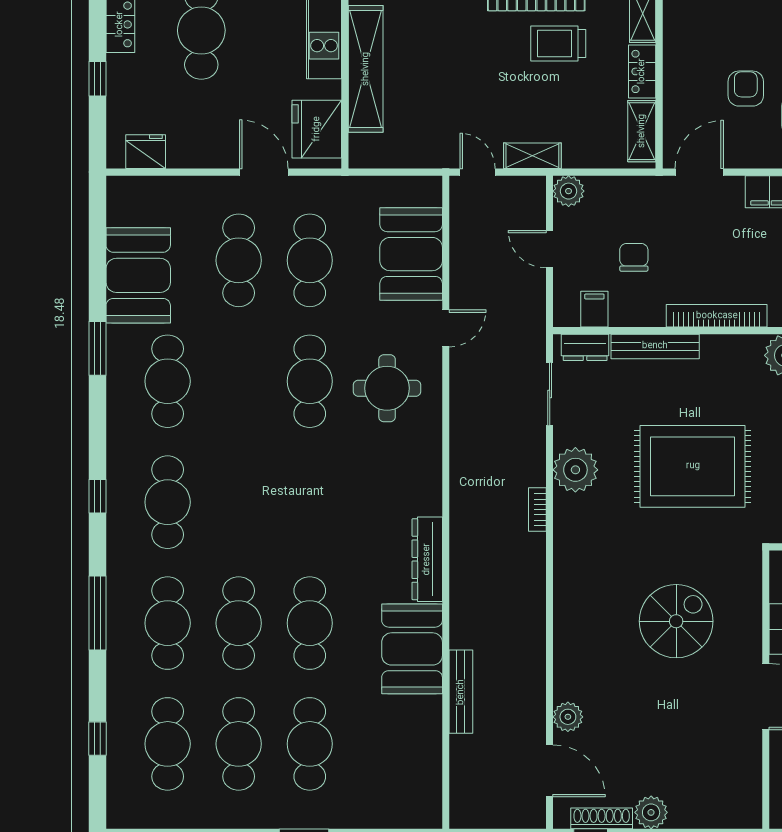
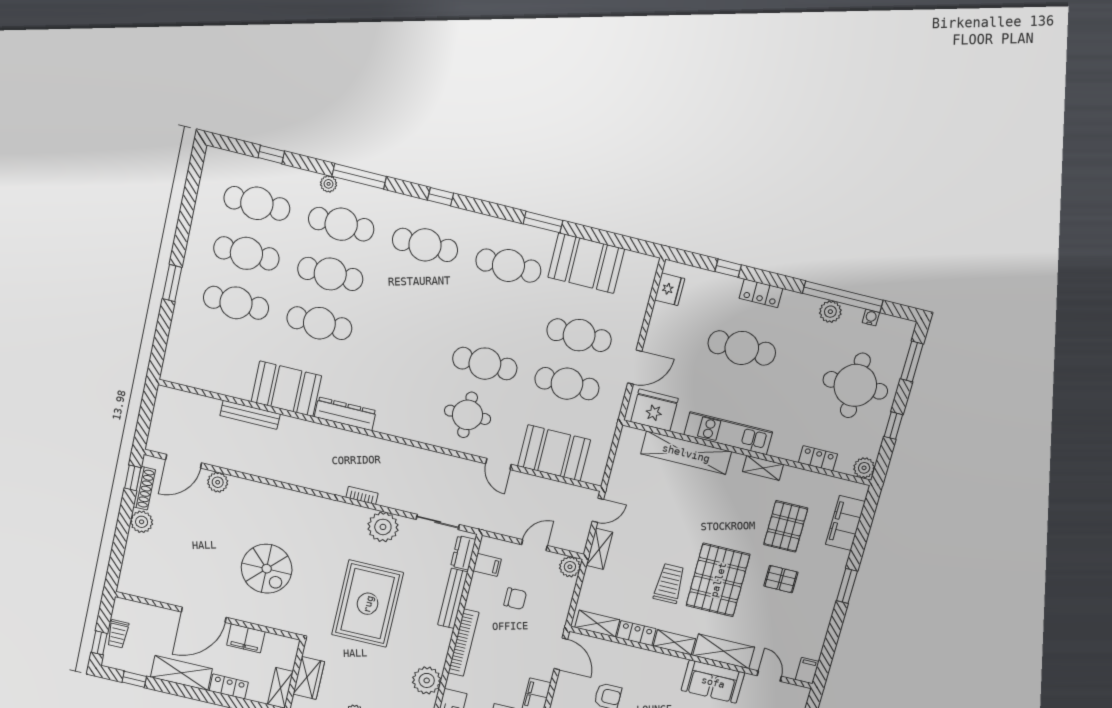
plant: (118, 652) -> (329, 184), added

